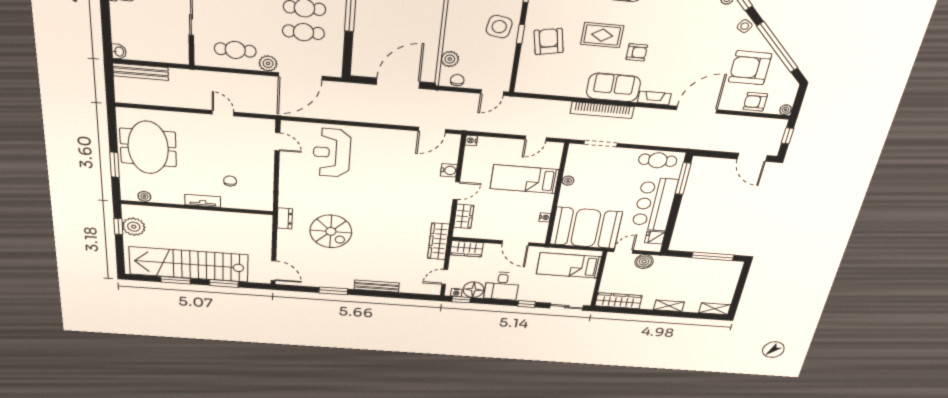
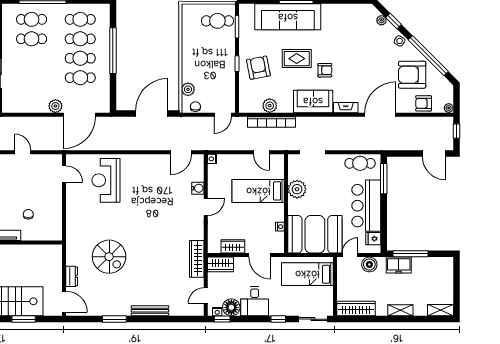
side table: (499, 27) -> (221, 59), removed
cafe table: (235, 50) -> (32, 97), removed
plant: (556, 87) -> (270, 106), added
bookcase: (602, 110) -> (271, 122), moved
door: (536, 138) -> (261, 152), hinge flipped
plant: (568, 181) -> (297, 189), width x1.88, depth x1.88
wardrobe: (464, 216) -> (233, 246), moved, turned -90
dresser: (285, 218) -> (72, 276), moved
window: (713, 256) -> (410, 254), moved
freezer: (678, 265) -> (399, 265), added

